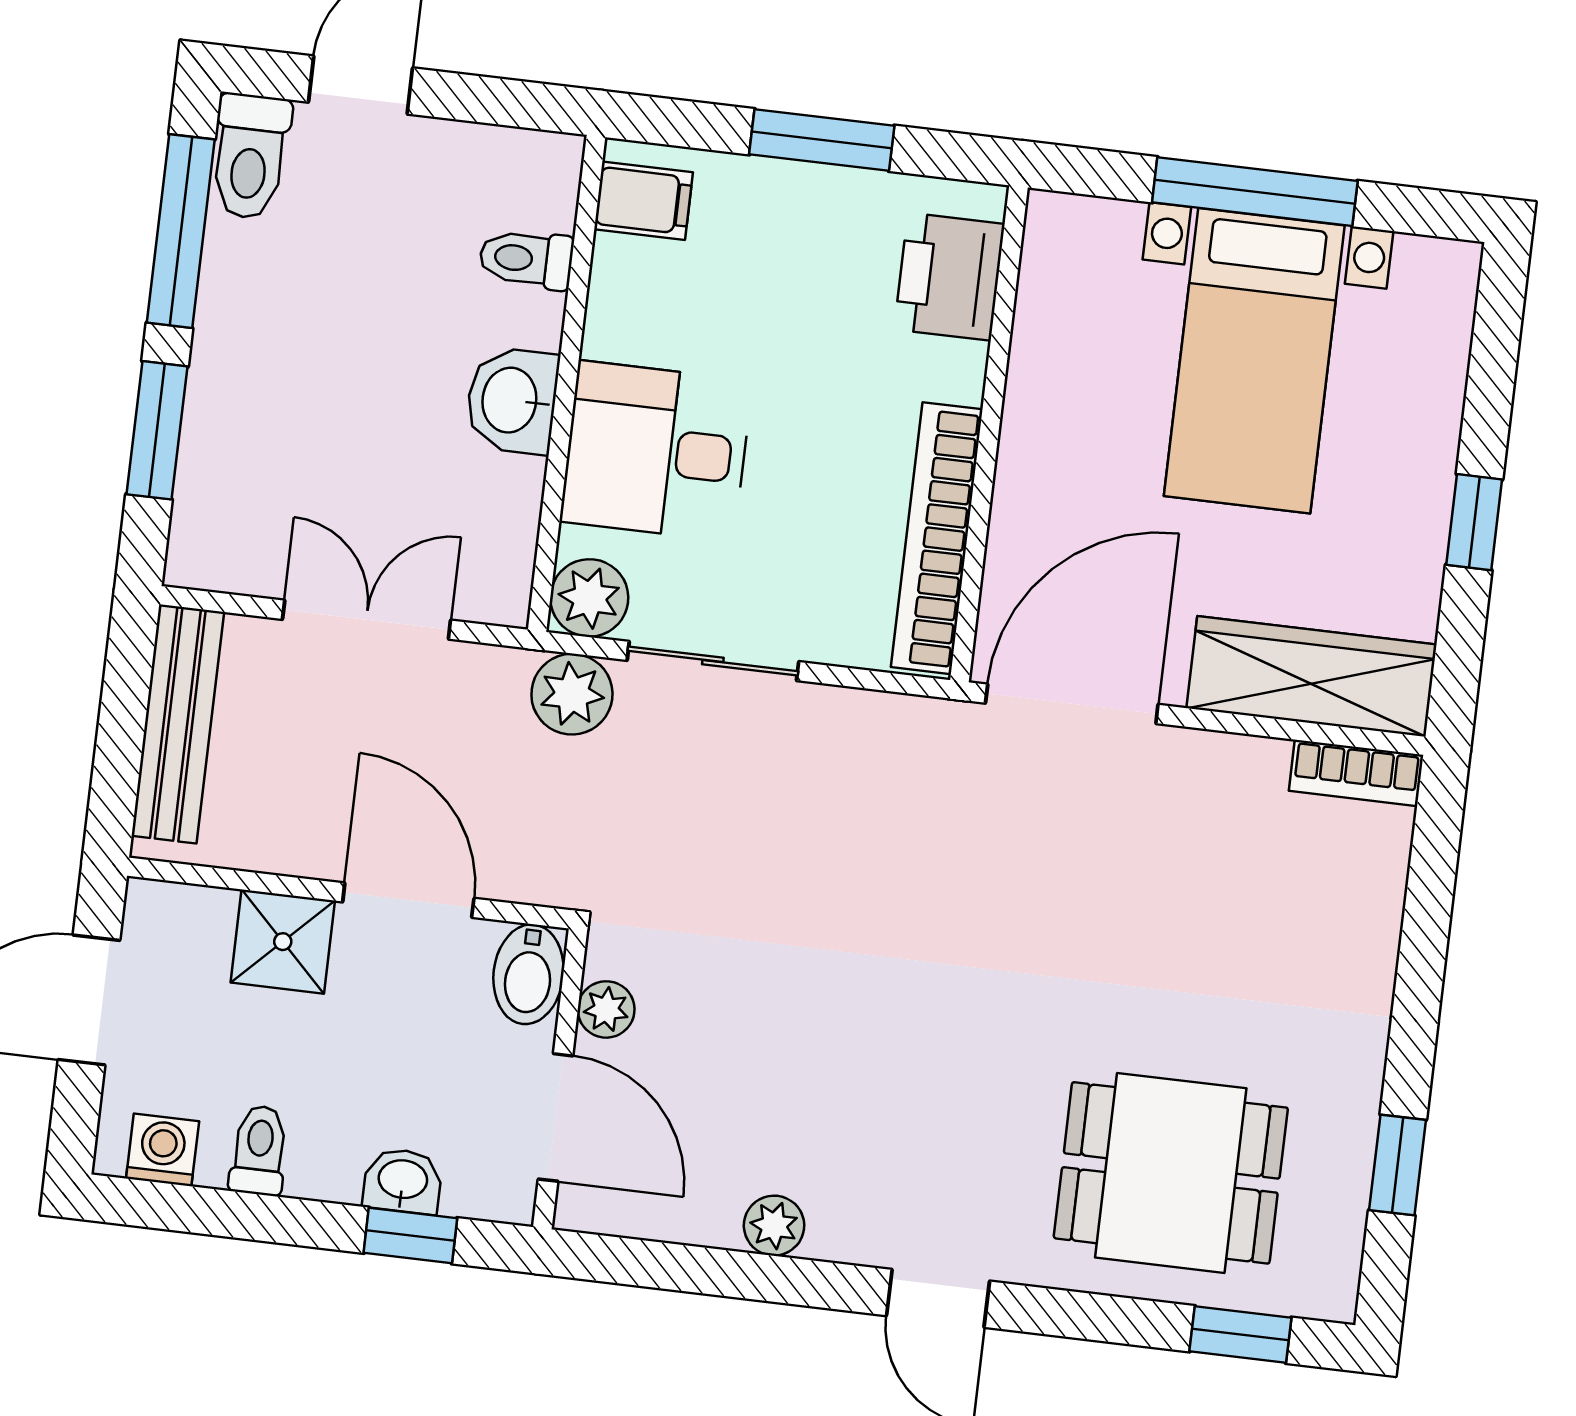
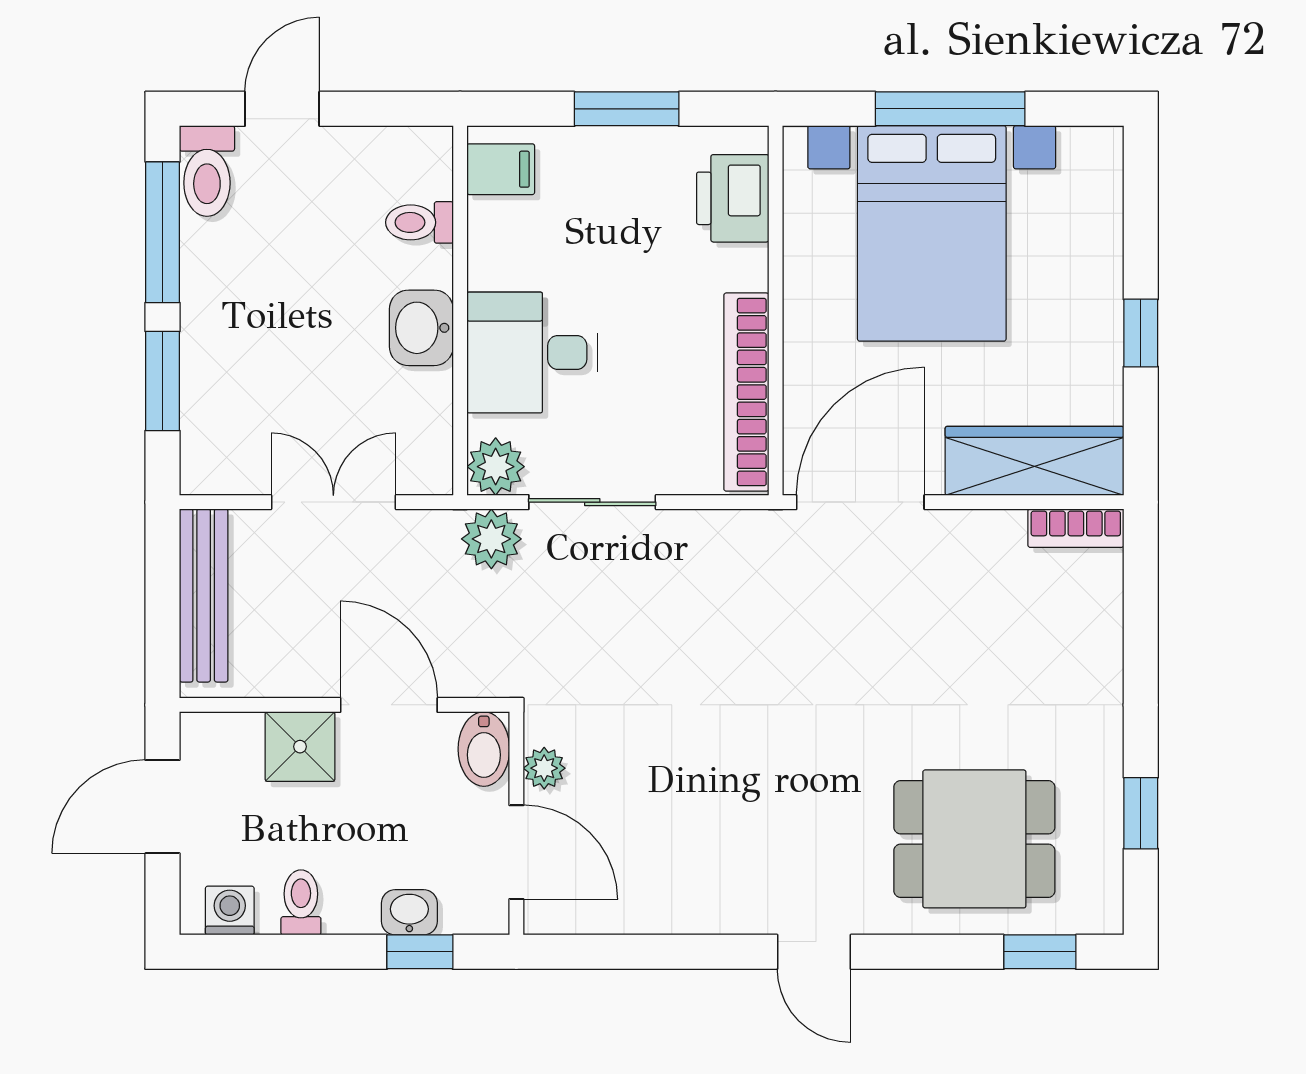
bed with nightstands: (1254, 361) -> (932, 233), width x1.36
plant: (774, 1226) -> (687, 913), removed

